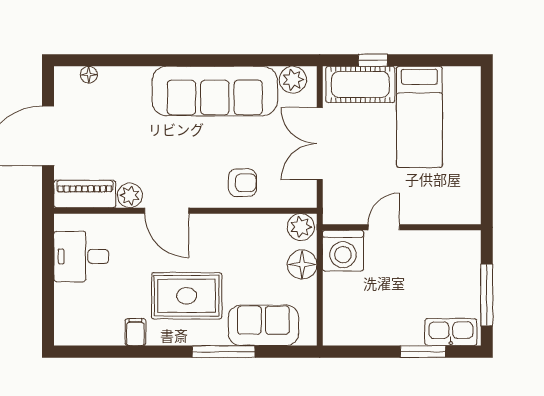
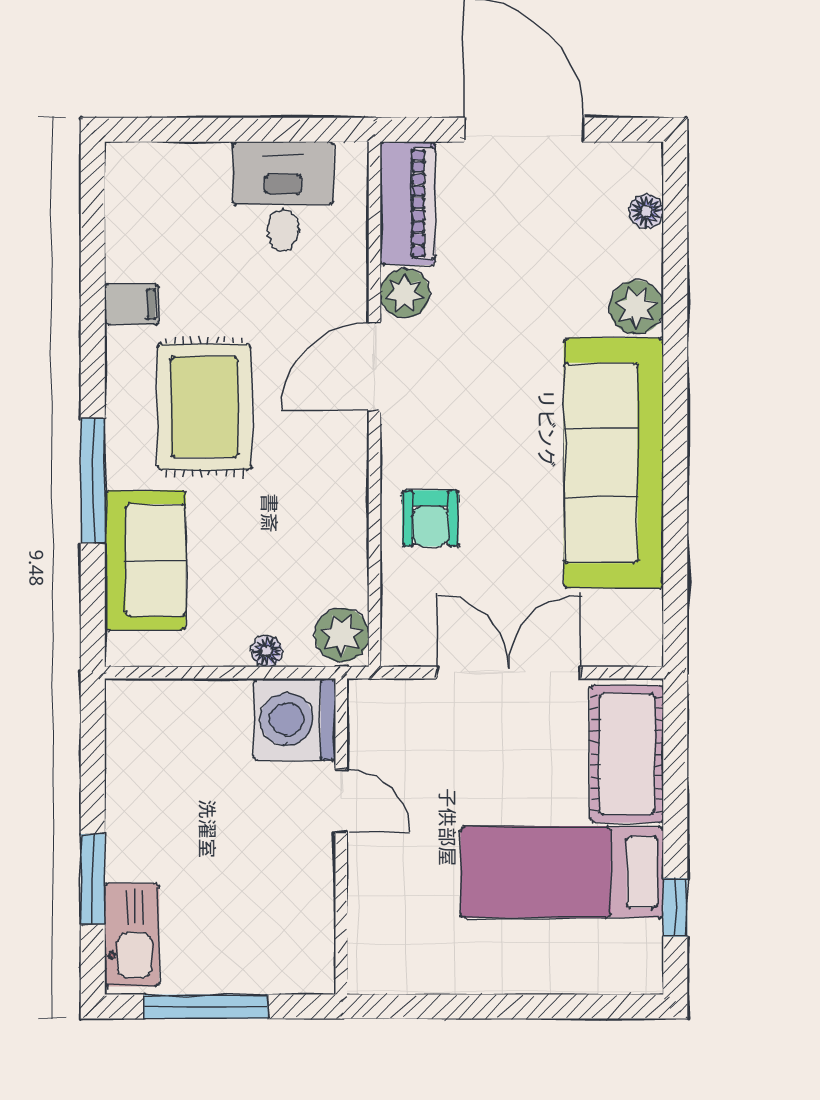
window: (373, 60) -> (675, 907), moved
plant: (293, 80) -> (636, 307), moved
floor lamp: (302, 265) -> (267, 651), width x0.53, depth x0.53

